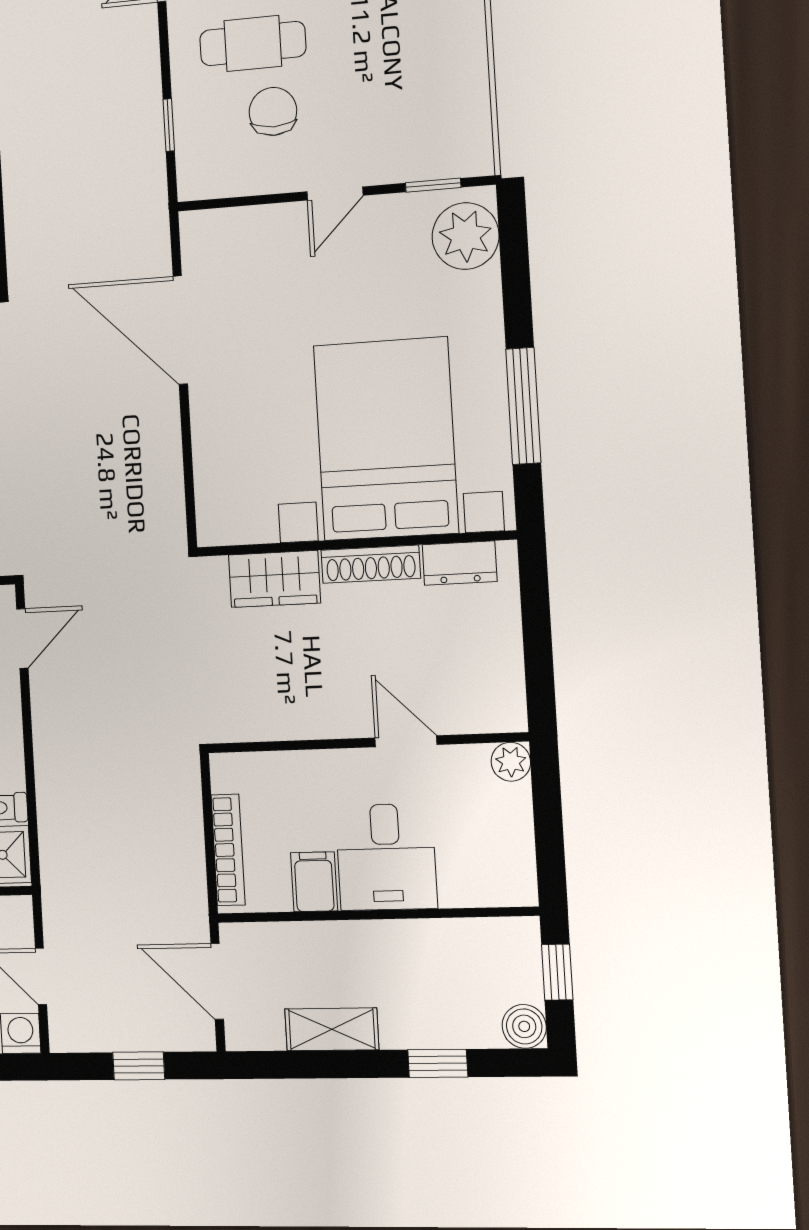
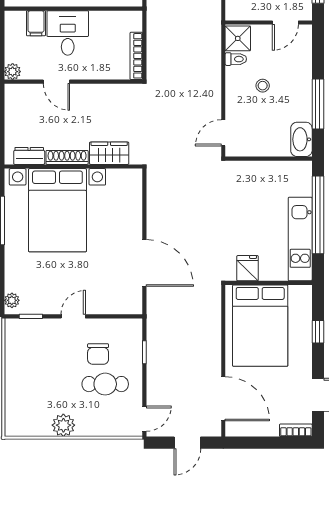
plant: (466, 236) -> (12, 300), width x0.53, depth x0.53
bookcase: (228, 850) -> (136, 56), moved
filing cabinet: (314, 882) -> (36, 23), moved

